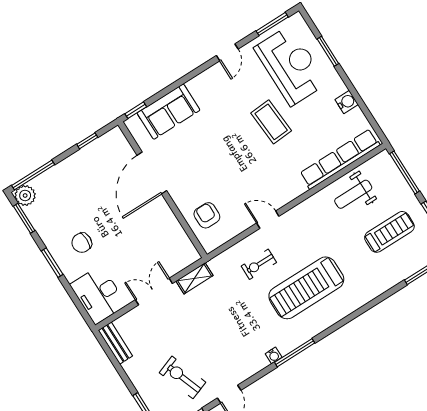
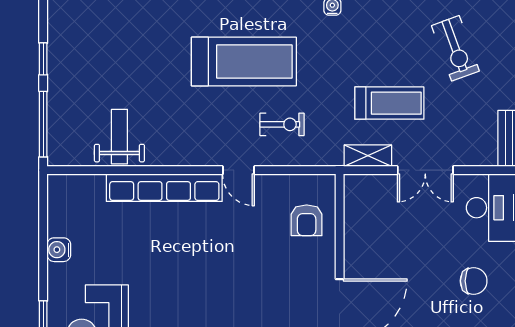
coffee table: (271, 122) -> (162, 282), removed
row of seats: (340, 159) -> (164, 188), moved
weight bench: (353, 194) -> (119, 137), turned -90
treadmill: (389, 232) -> (389, 103), moved, turned 180

